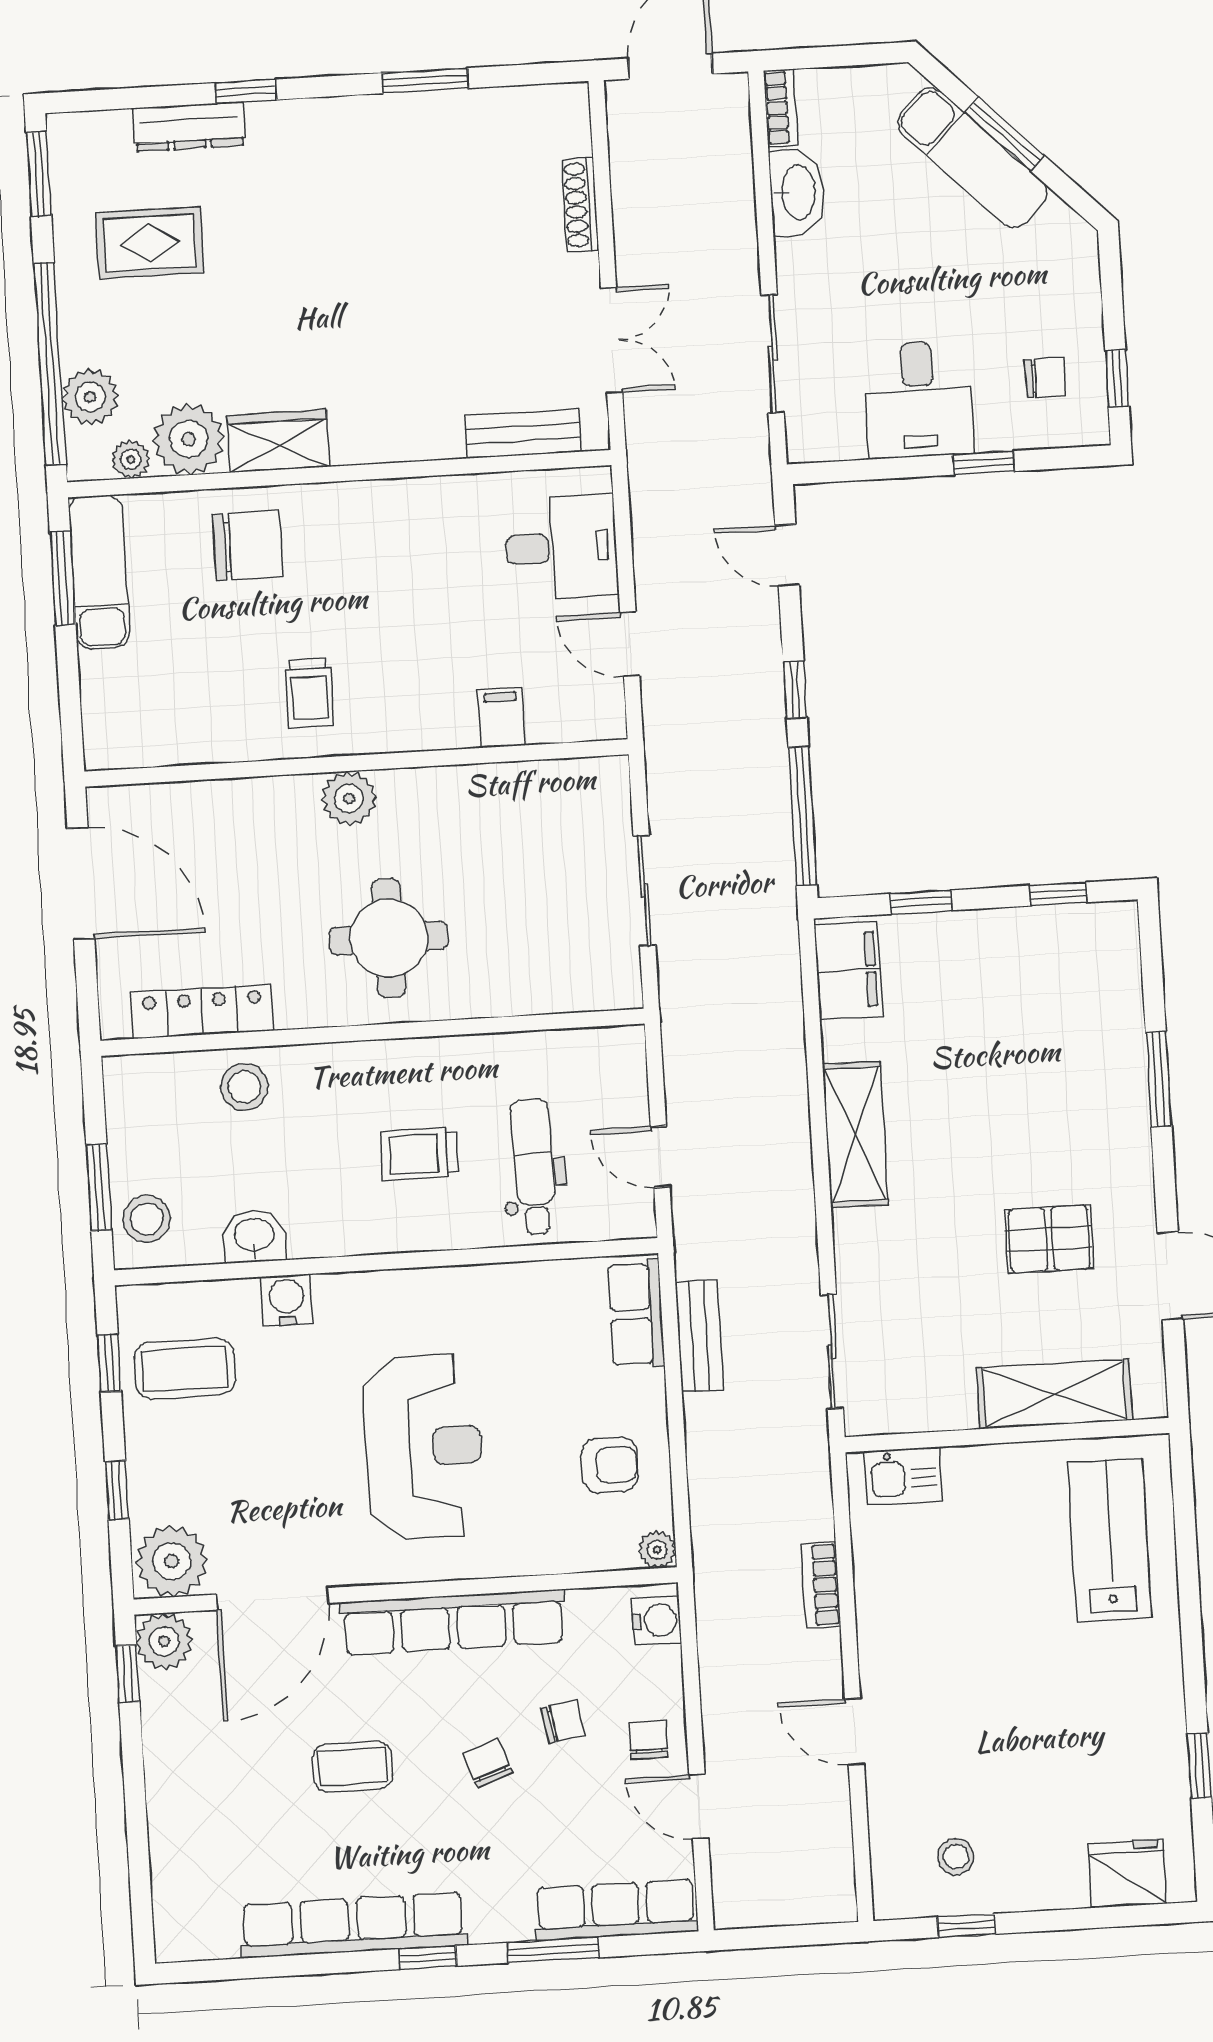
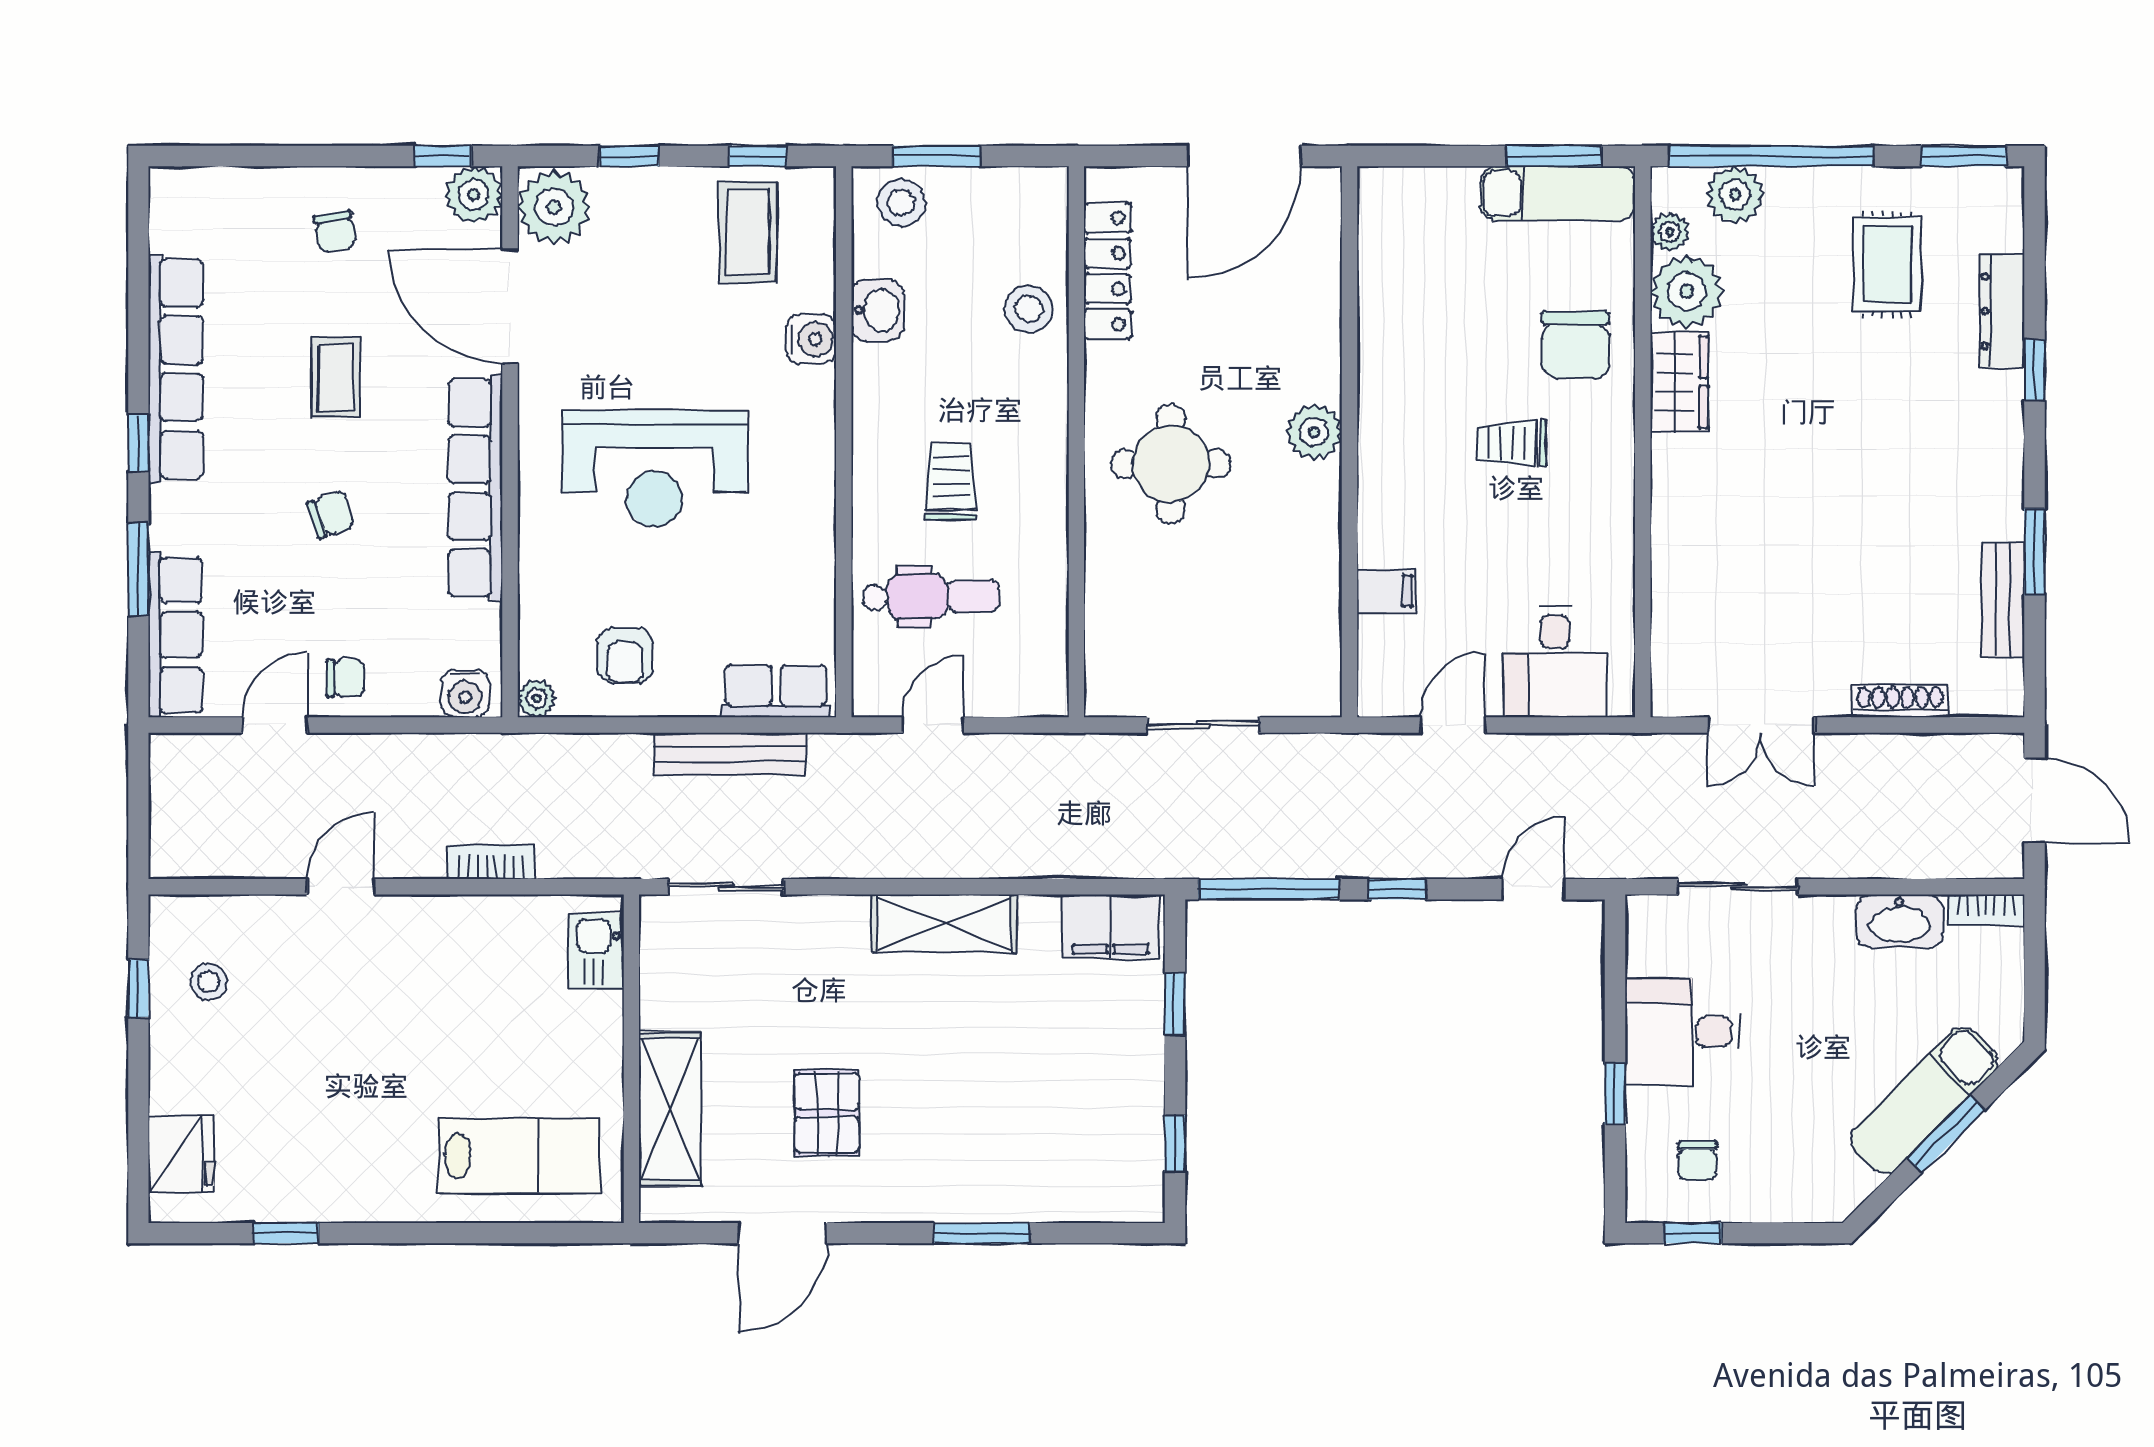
bench: (523, 434) -> (2003, 600), moved
trolley: (310, 693) -> (1511, 443), moved
bench: (699, 1336) -> (730, 754), width x1.36
chair: (563, 1722) -> (335, 231), moved

